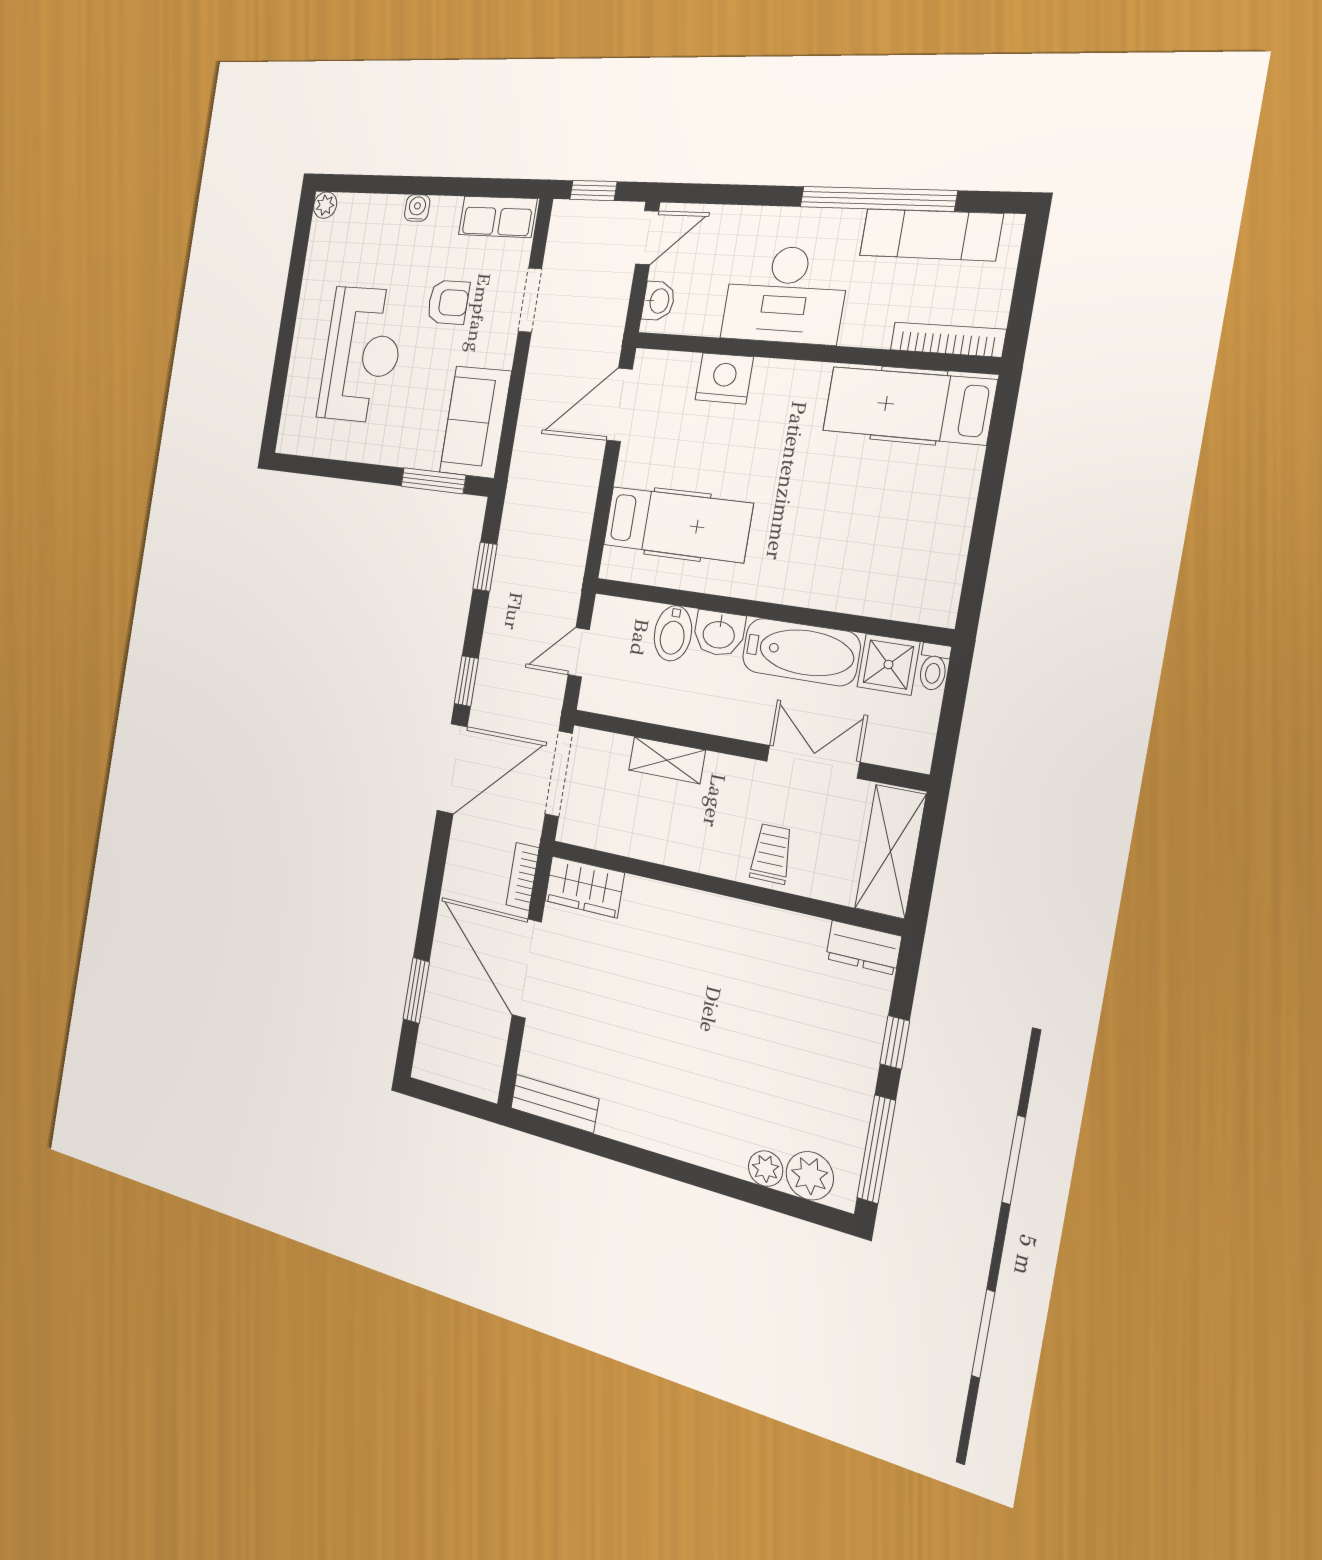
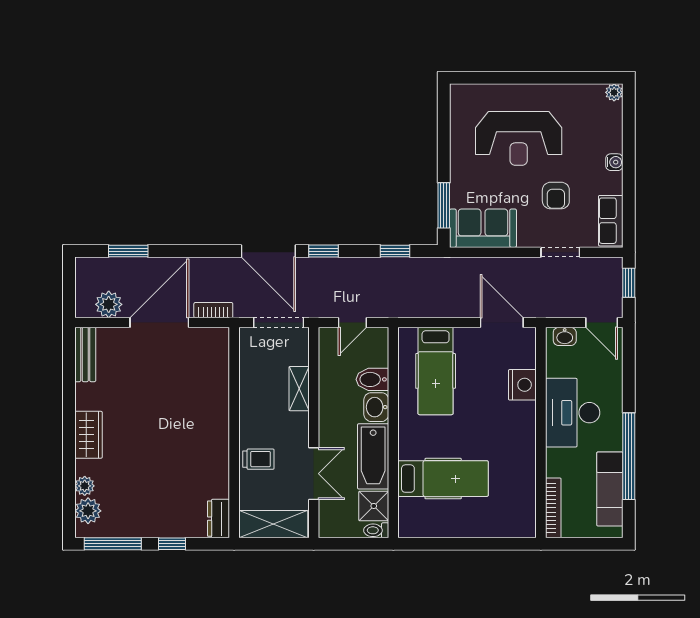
hospital bed: (909, 405) -> (443, 479), moved, turned 90
door: (579, 652) -> (352, 323), swing flipped
wardrobe: (584, 887) -> (88, 435), moved, turned 180
plant: (487, 1043) -> (109, 304), added

